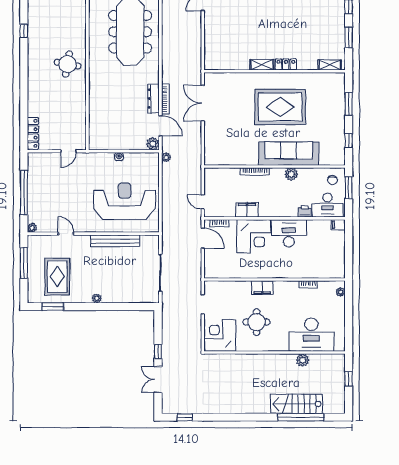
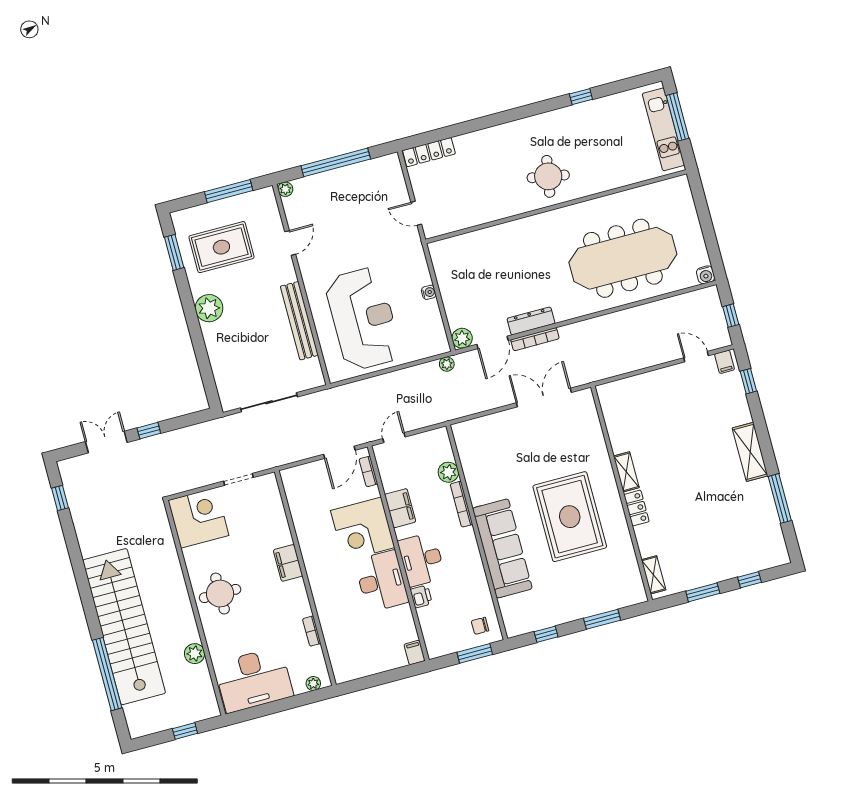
plant: (291, 174) -> (448, 472), moved
desk: (328, 205) -> (422, 559), moved
plant: (97, 298) -> (209, 308), width x1.87, depth x1.87
round table: (257, 322) -> (220, 594), moved
desk: (311, 335) -> (254, 680), moved, turned -90
stairs: (297, 404) -> (124, 627), width x1.86, depth x1.51

